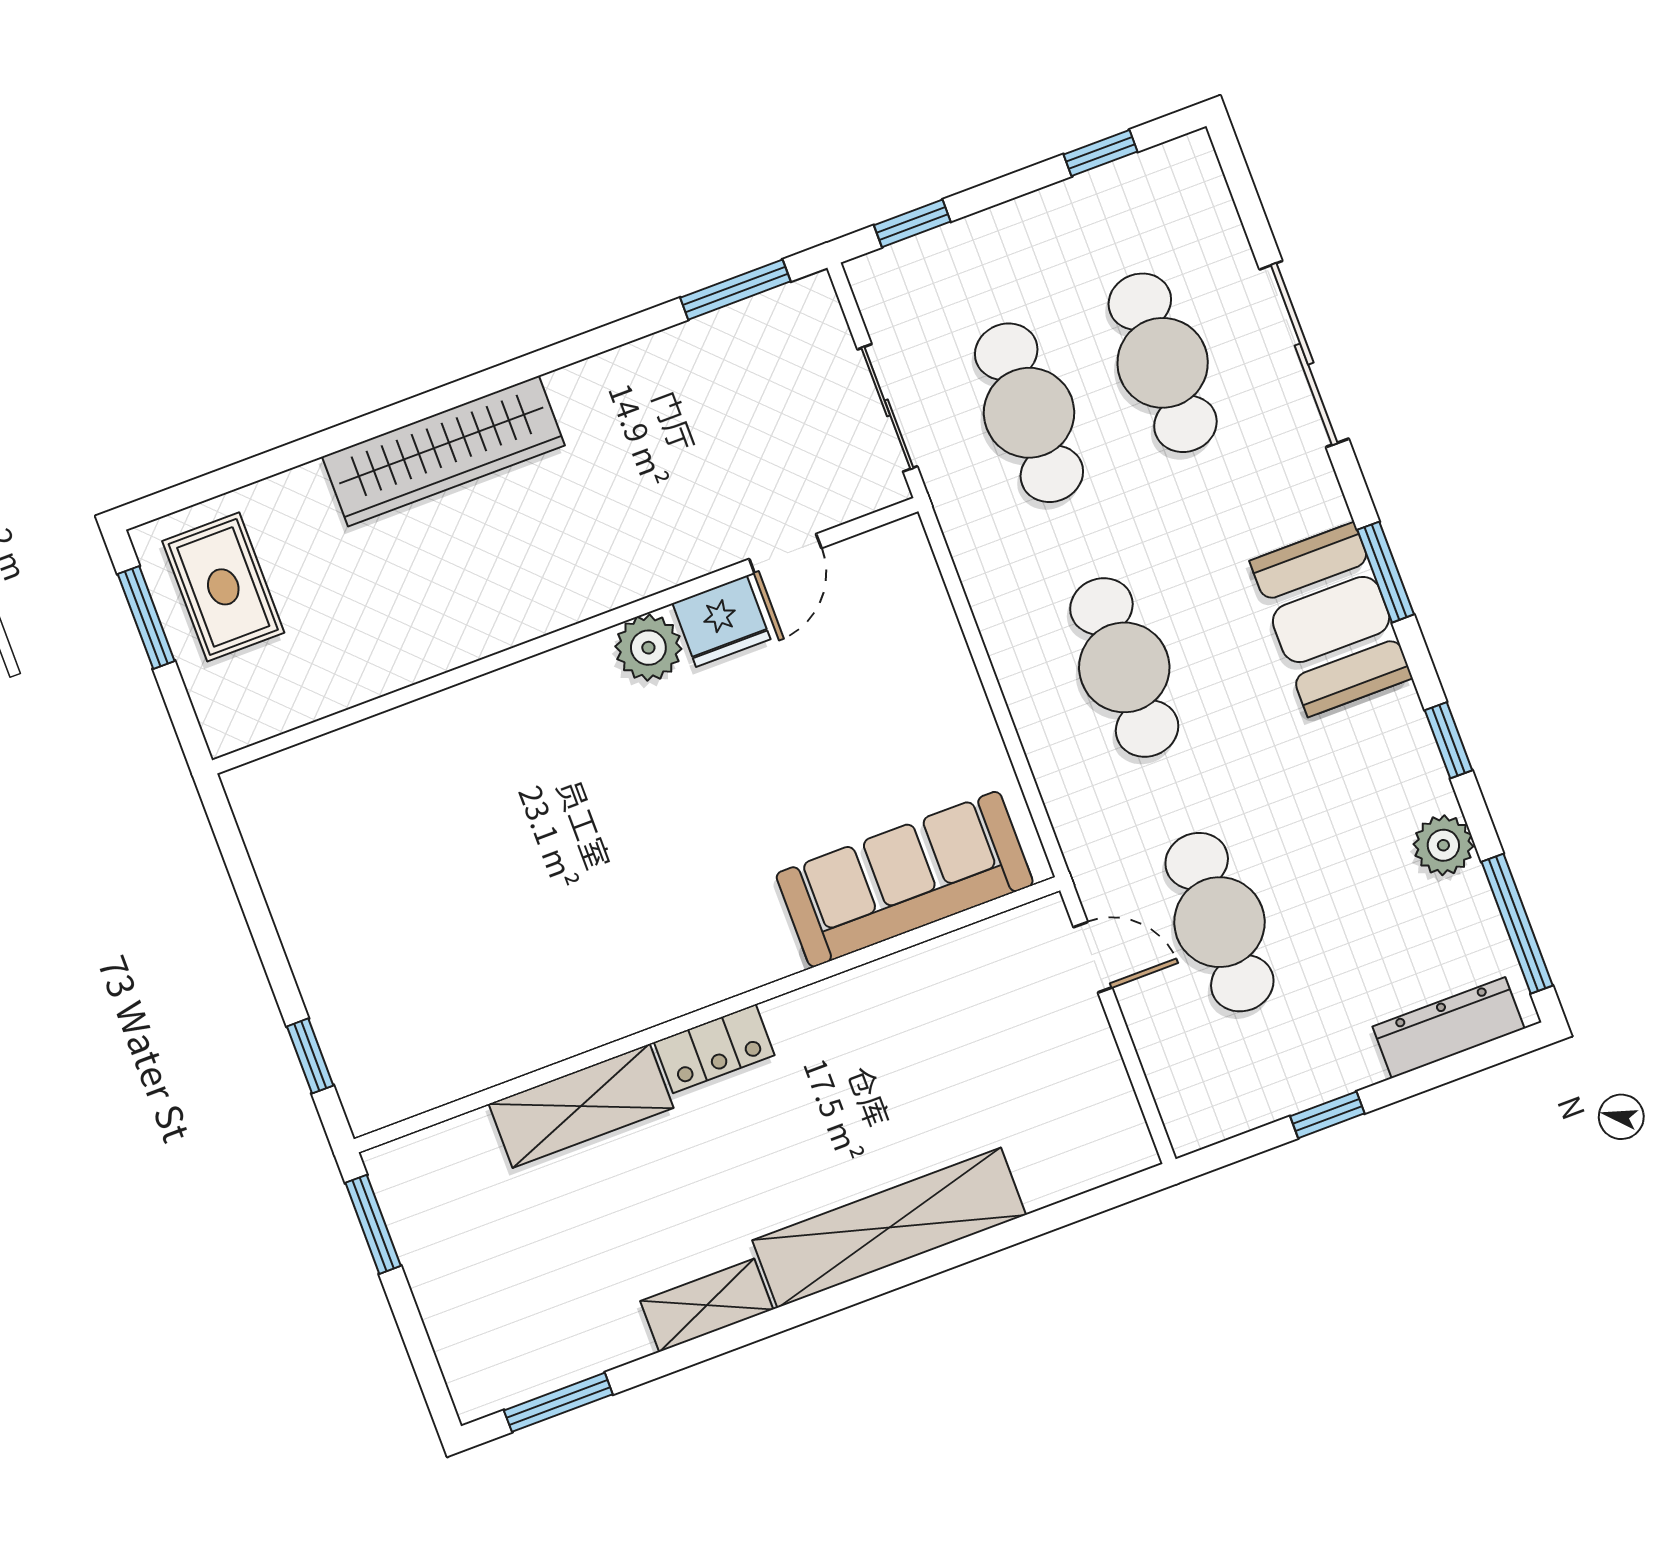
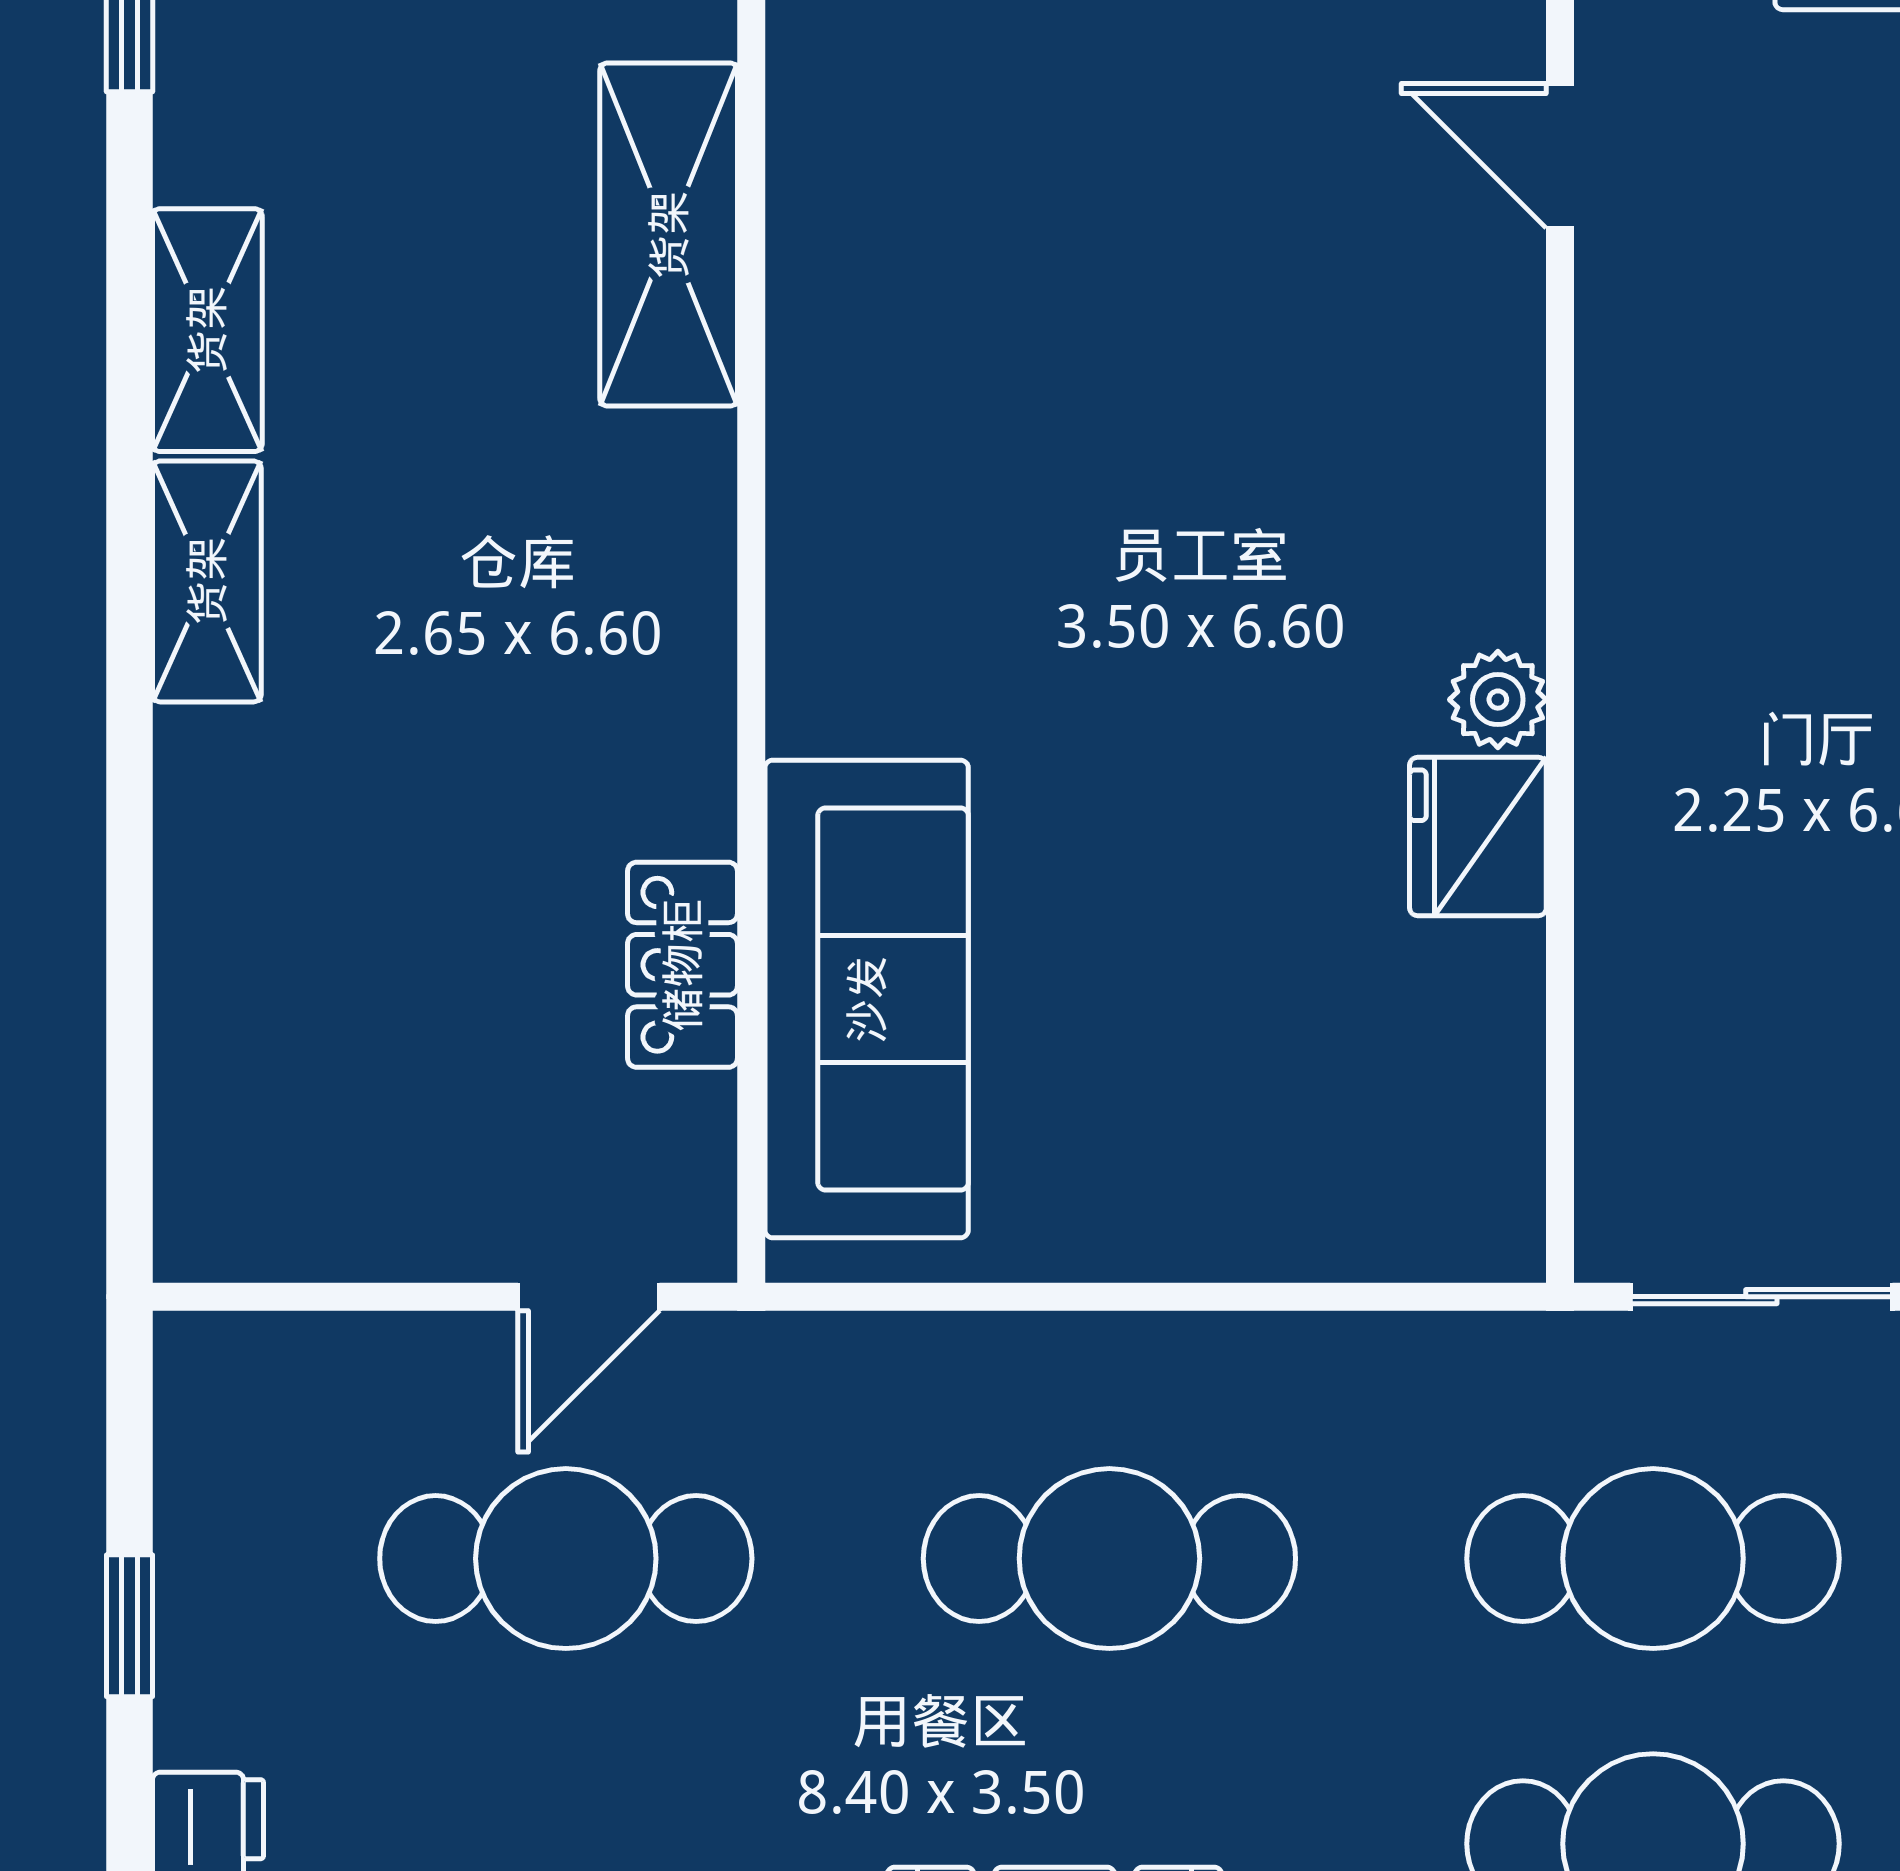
door: (785, 554) -> (1560, 156), moved
plant: (648, 648) -> (1498, 700), width x0.73, depth x0.73
locker: (714, 1049) -> (683, 965), moved
shelving: (889, 1228) -> (207, 581), width x0.45, depth x0.75

